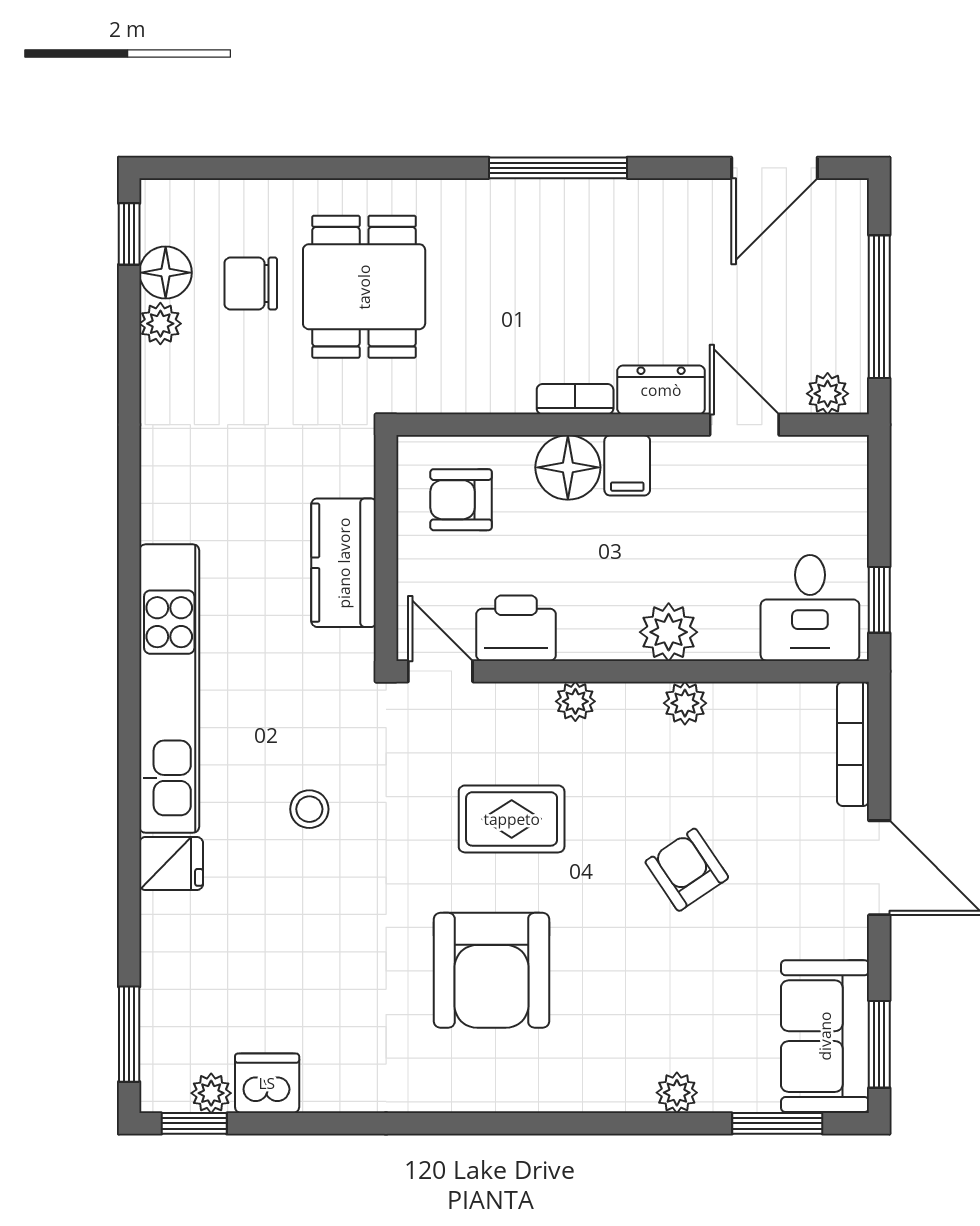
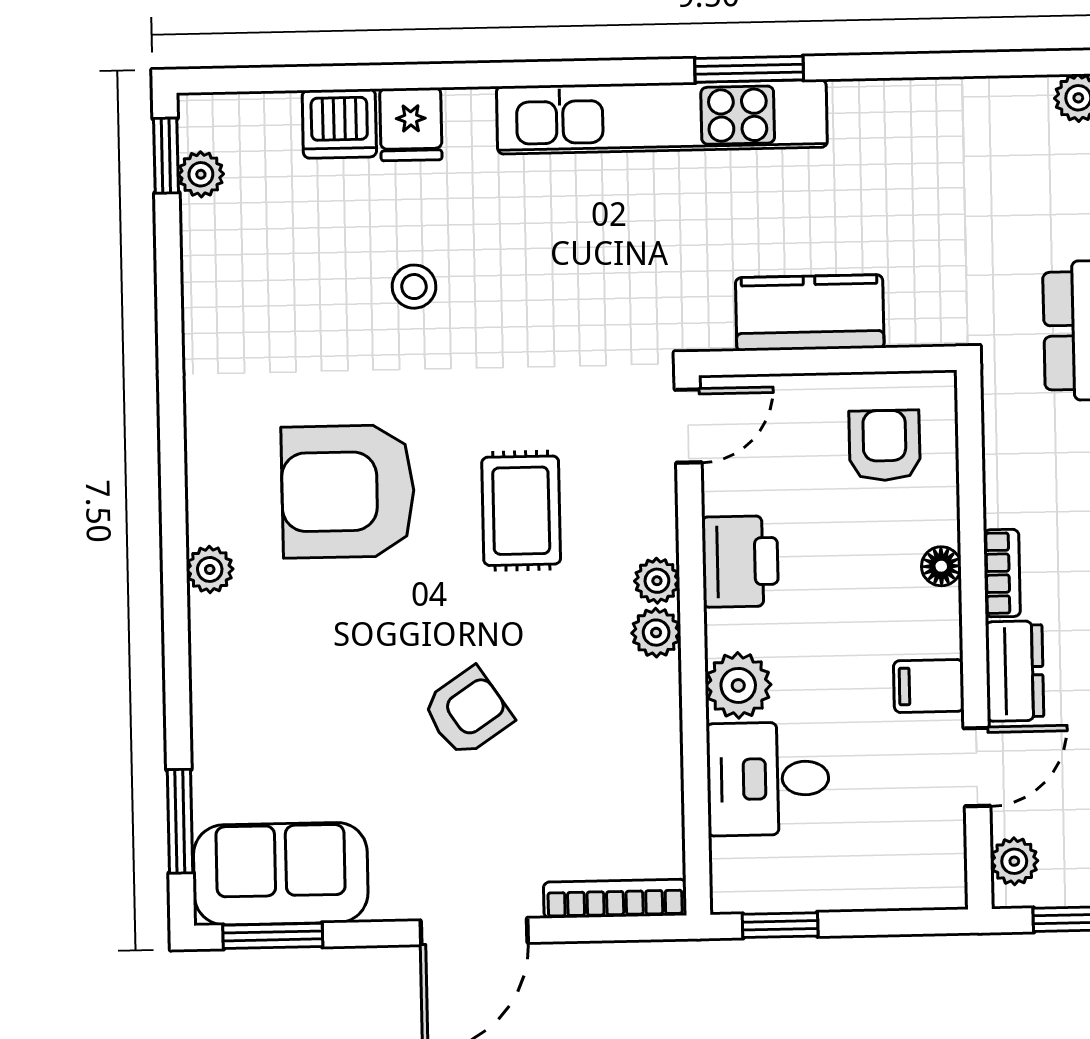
filing cabinet: (627, 465) -> (929, 686), moved
floor lamp: (568, 467) -> (941, 566), width x0.53, depth x0.53
desk: (810, 608) -> (768, 779), moved
printer: (516, 628) -> (740, 562), moved
plant: (685, 703) -> (656, 633), moved
stool: (309, 809) -> (414, 287), moved
fridge: (171, 864) -> (411, 124), moved
window: (129, 1034) -> (749, 69), moved
dishwasher: (267, 1083) -> (339, 124), moved, turned 90
plant: (677, 1093) -> (210, 569), moved

